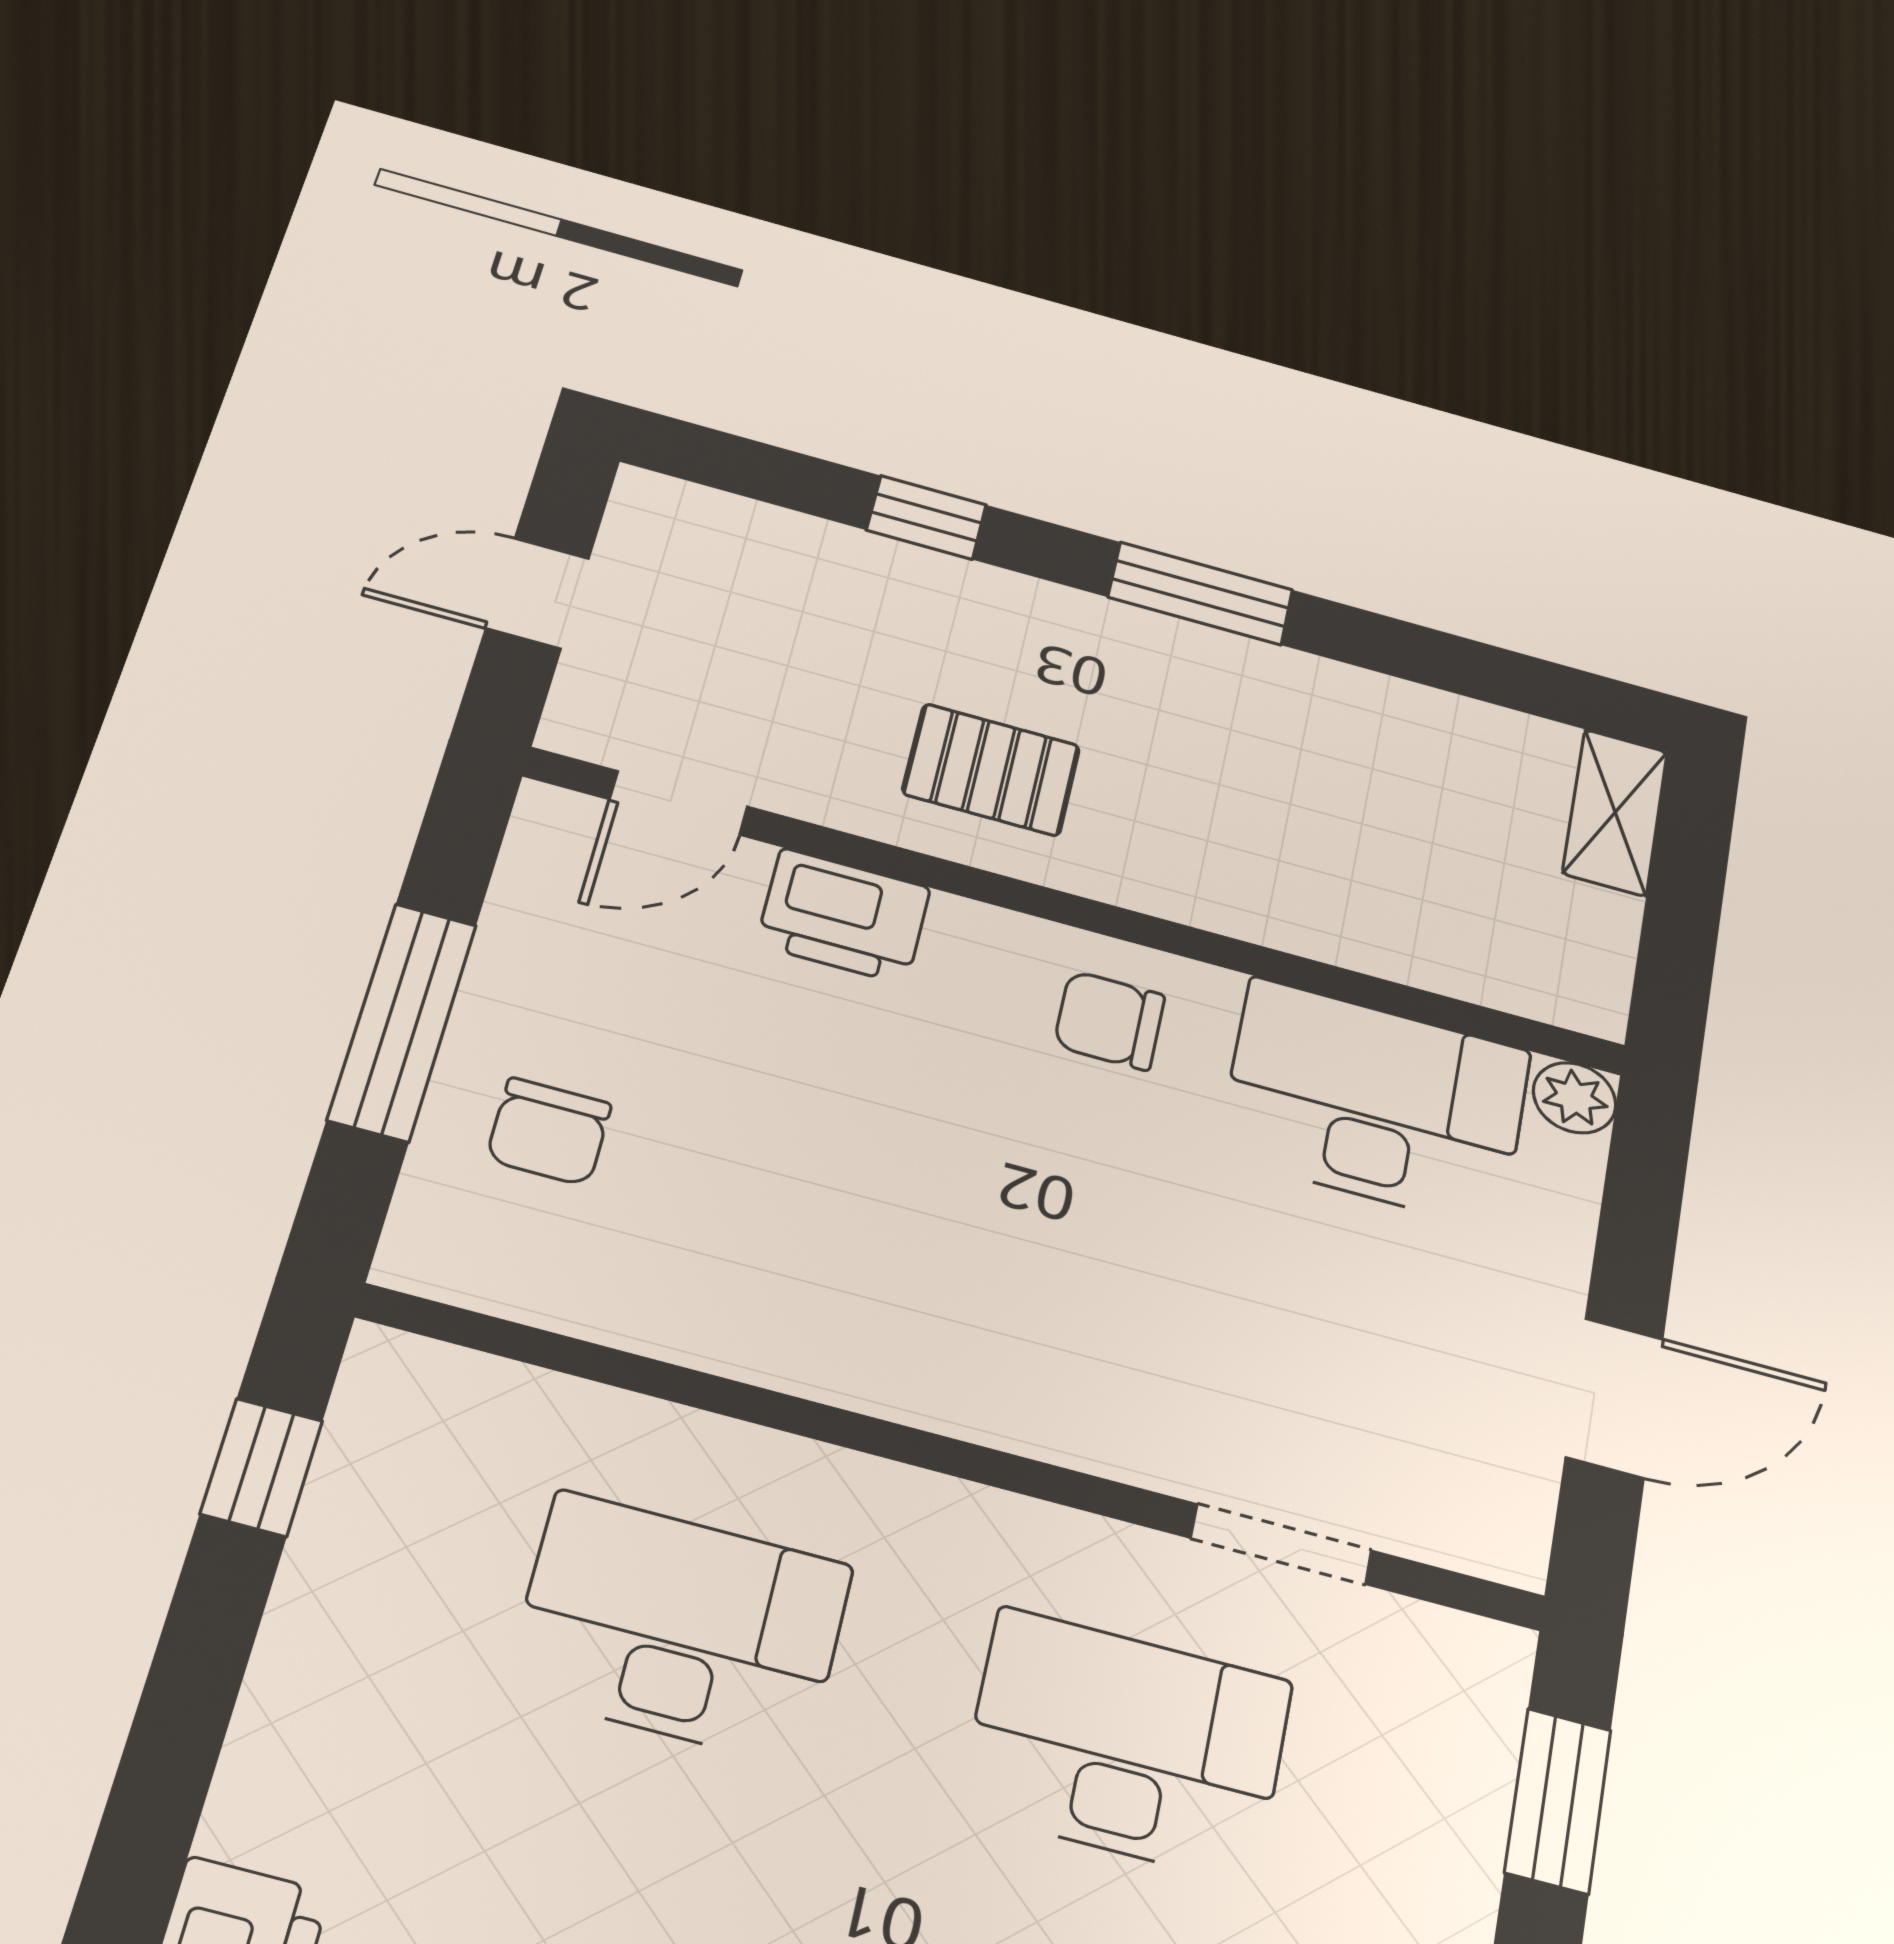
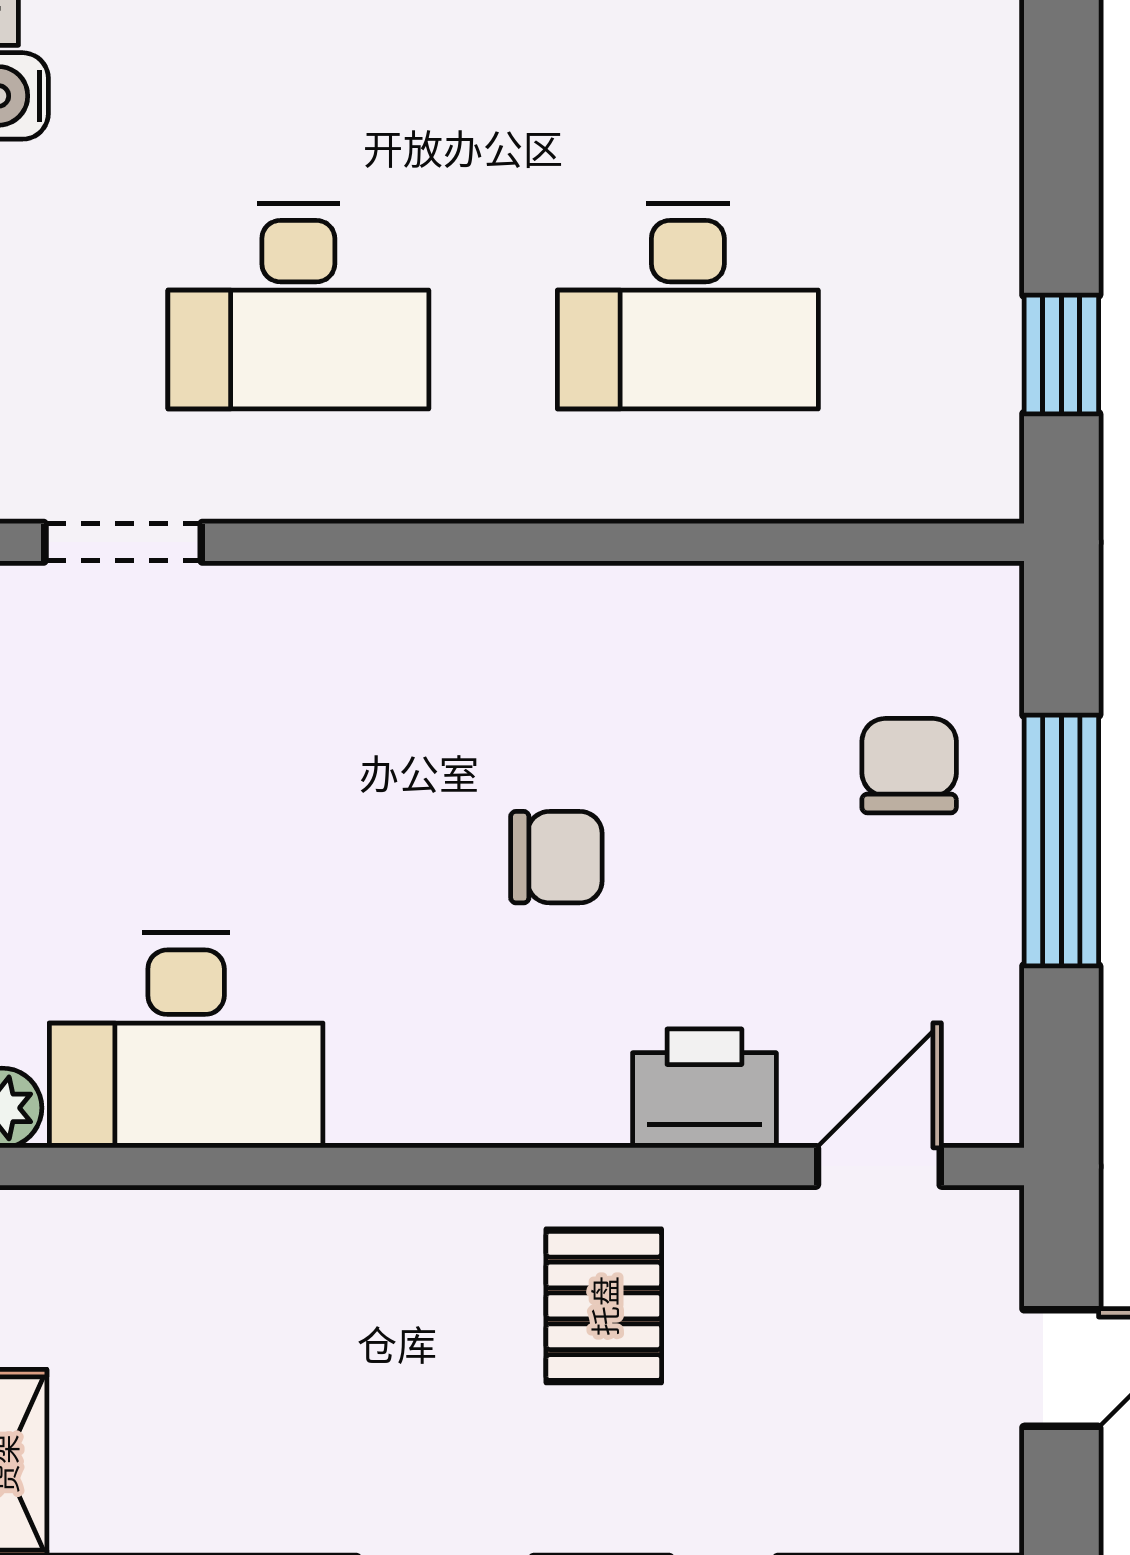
pallet: (991, 770) -> (604, 1306), turned 90
chair: (1109, 1020) -> (556, 857), moved
doorway: (1281, 1544) -> (123, 542), moved

